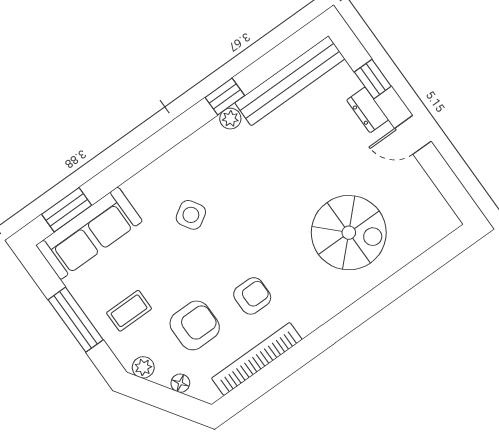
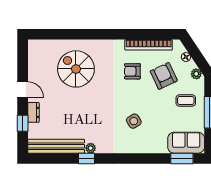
sofa: (89, 233) -> (186, 143), width x0.73
armchair: (195, 325) -> (164, 76), turned 65

